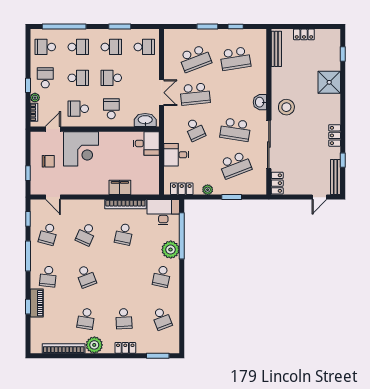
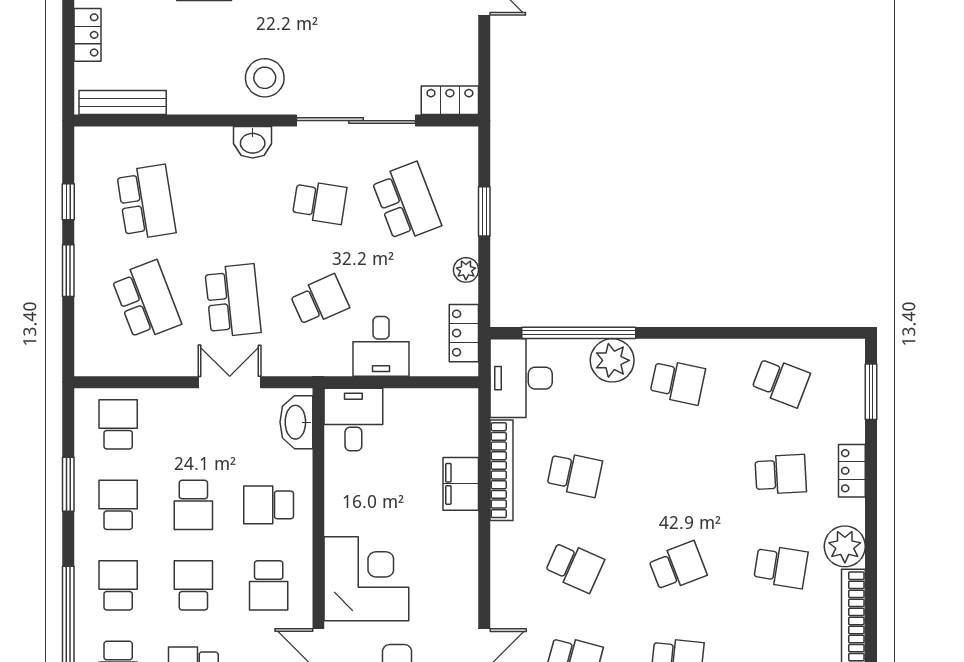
school desk: (235, 130) -> (320, 202), width x0.54
school desk: (162, 319) -> (781, 382), turned 42

